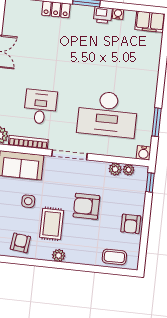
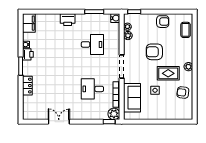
printer: (149, 81) -> (68, 20), added
desk: (107, 114) -> (92, 44), width x0.53, depth x0.77
armchair: (86, 206) -> (154, 52), turned 90

